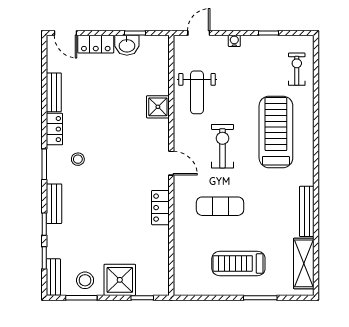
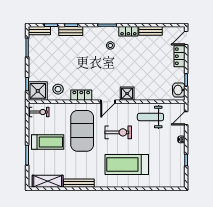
door: (199, 33) -> (186, 118), swing flipped
washbasin: (127, 45) -> (179, 90), moved
exercise bike: (297, 69) -> (39, 112), moved
shower: (158, 107) -> (127, 94), moved
treadmill: (276, 132) -> (127, 165), turned 180
bench: (54, 204) -> (71, 31), moved
exercise mat: (220, 206) -> (82, 131), width x2.00, depth x1.45
treadmill: (238, 263) -> (48, 142), turned 90
stool: (85, 280) -> (58, 89), moved
shower: (120, 280) -> (38, 91), moved

